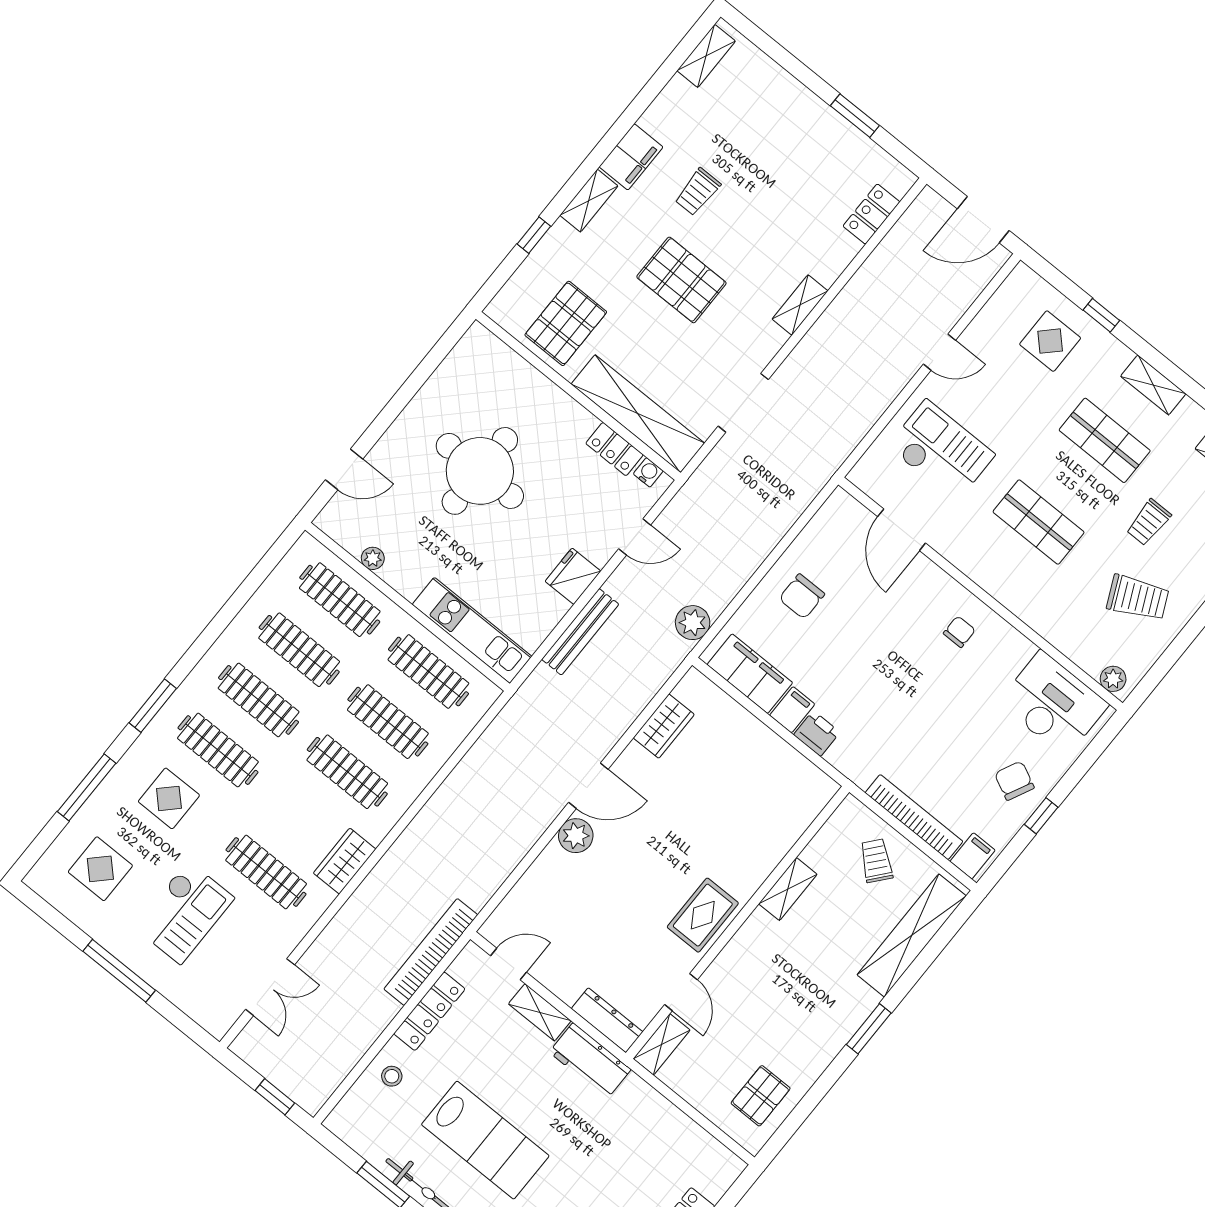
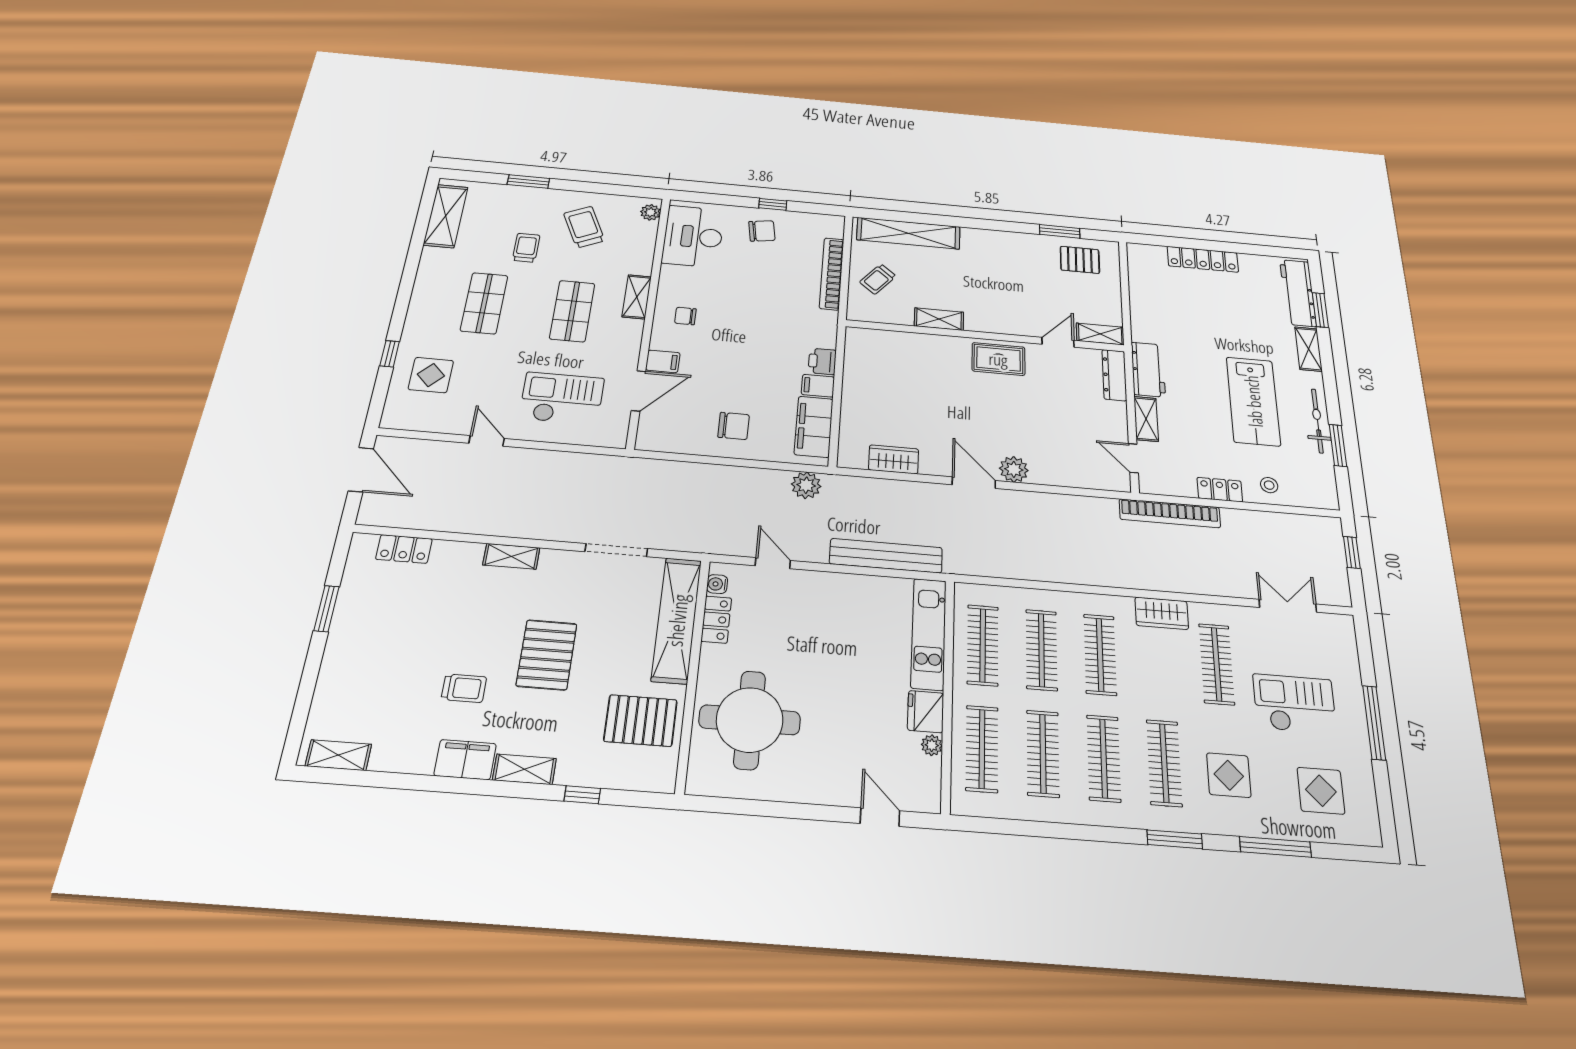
shelving: (1153, 385) -> (637, 297), moved
checkout: (941, 451) -> (562, 398), turned 90
round table: (480, 471) -> (750, 720), moved
trolley: (1149, 522) -> (526, 248), turned -90
fridge: (573, 576) -> (926, 712), moved, turned 90
bench: (580, 632) -> (886, 556), width x1.37, depth x1.21
chair: (1014, 781) -> (762, 231), turned -125
filing cabinet: (973, 856) -> (663, 361), moved, turned 180
locker: (429, 1011) -> (1220, 490), width x0.66
window: (869, 1029) -> (1060, 231), moved
lab bench: (485, 1140) -> (1253, 401), turned 180

